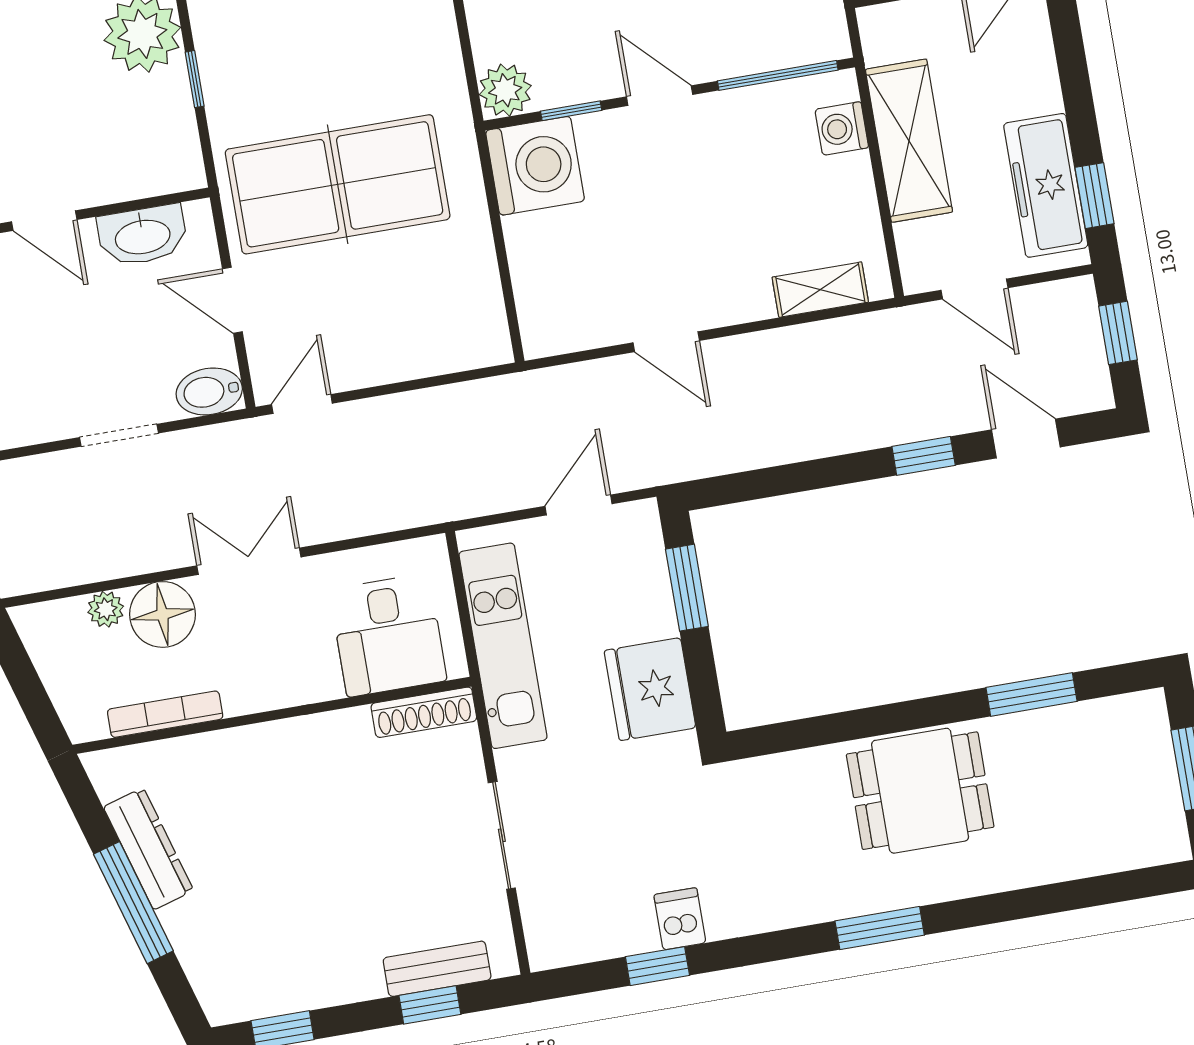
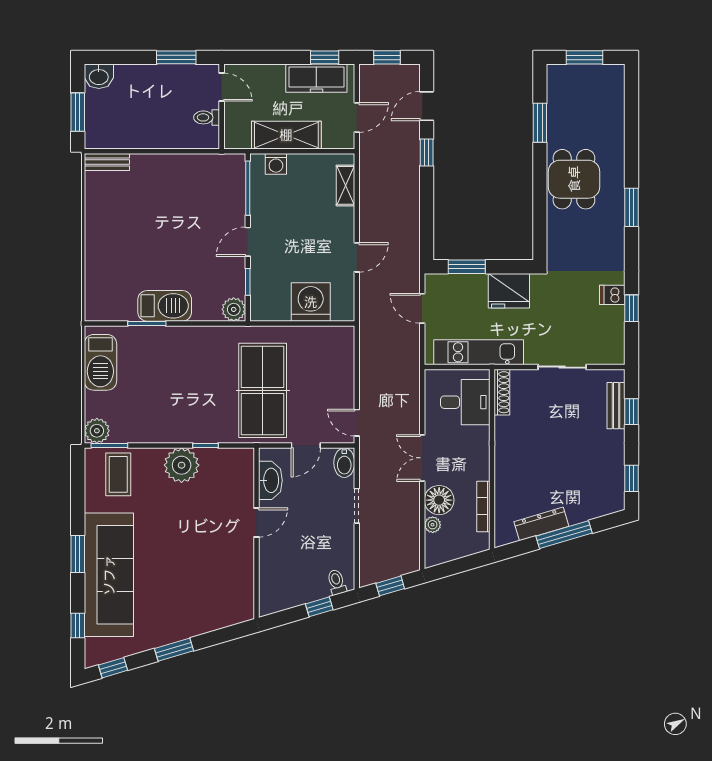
washing machine: (535, 166) -> (311, 302), moved

